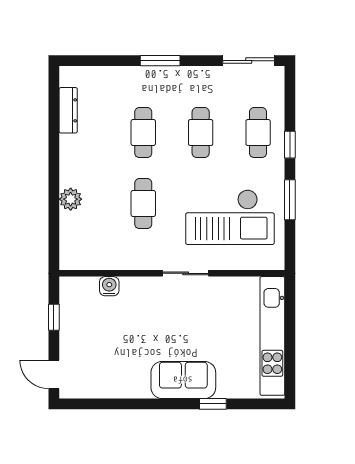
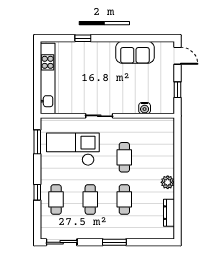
plant: (71, 199) -> (168, 182), moved
window: (290, 200) -> (37, 142), moved
sofa: (183, 380) -> (135, 52), moved

